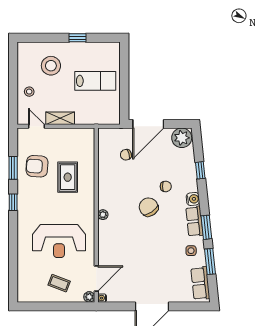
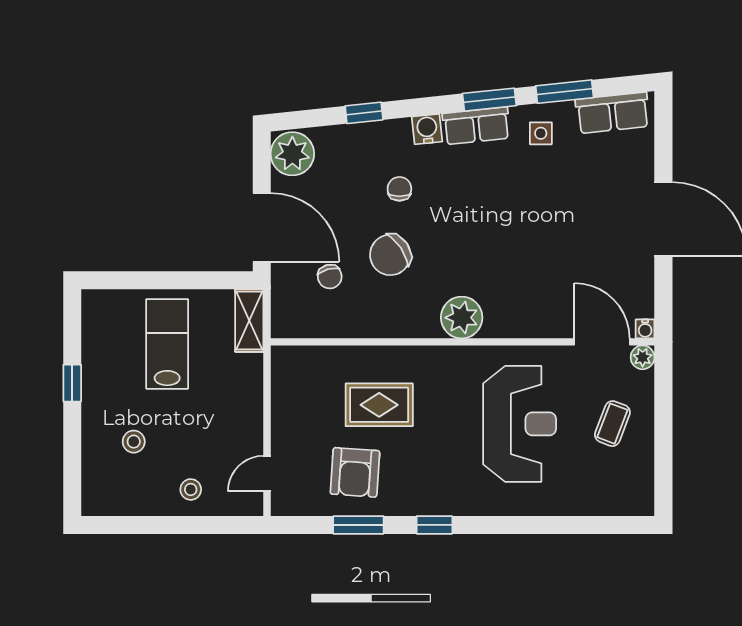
stool: (51, 66) -> (134, 442), width x0.53, depth x0.53
shelving: (60, 118) -> (249, 321), moved
chair: (149, 207) -> (390, 255), moved
plant: (103, 215) -> (462, 318), width x1.87, depth x1.87

